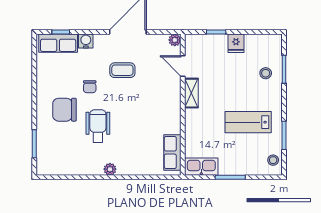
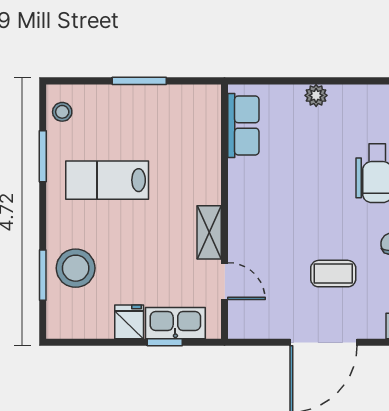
plant: (175, 40) -> (239, 328), removed
stool: (266, 73) -> (76, 268), width x1.89, depth x1.89
lab bench: (248, 122) -> (107, 180), turned 180
kitchen sink: (201, 167) -> (175, 323), moved, turned 180
plant: (110, 169) -> (316, 95), moved

